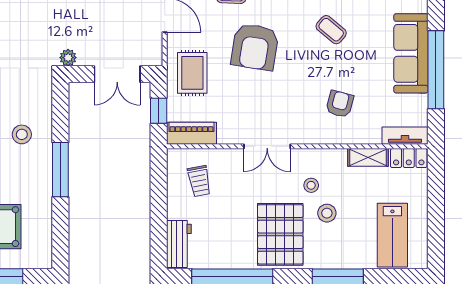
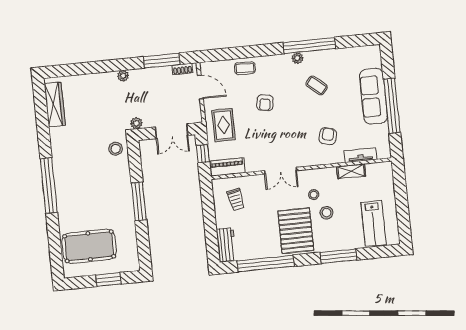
armchair: (255, 47) -> (265, 103), width x0.53, depth x0.53
stool: (22, 134) -> (116, 149), moved
tv unit: (405, 136) -> (360, 155), moved
locker: (409, 158) -> (379, 169), removed

